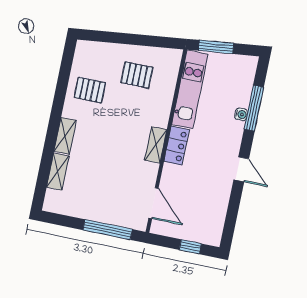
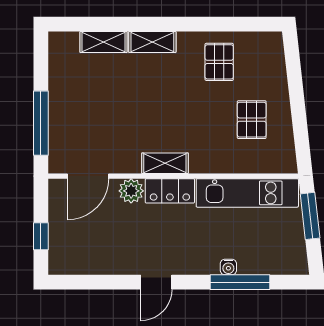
plant: (171, 174) -> (131, 191), added

